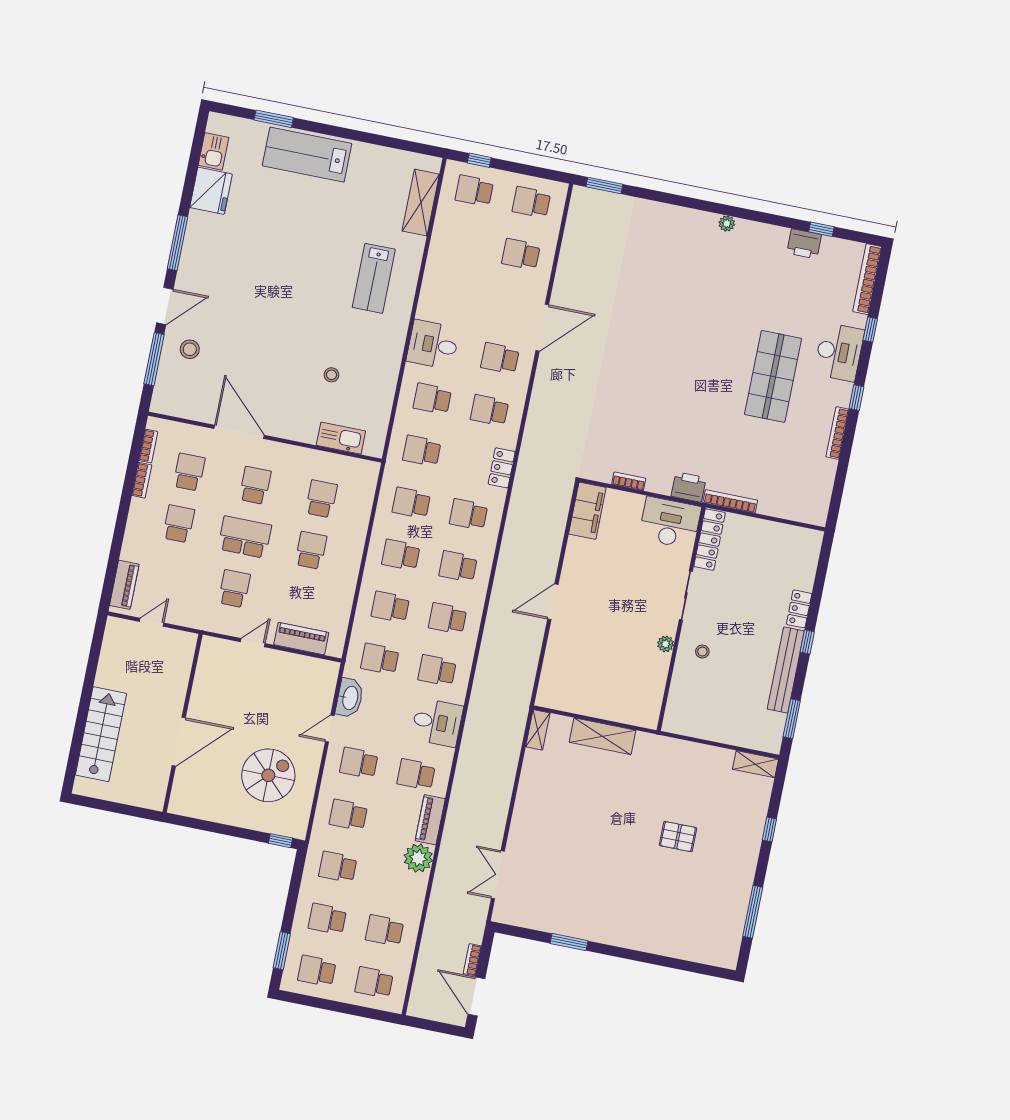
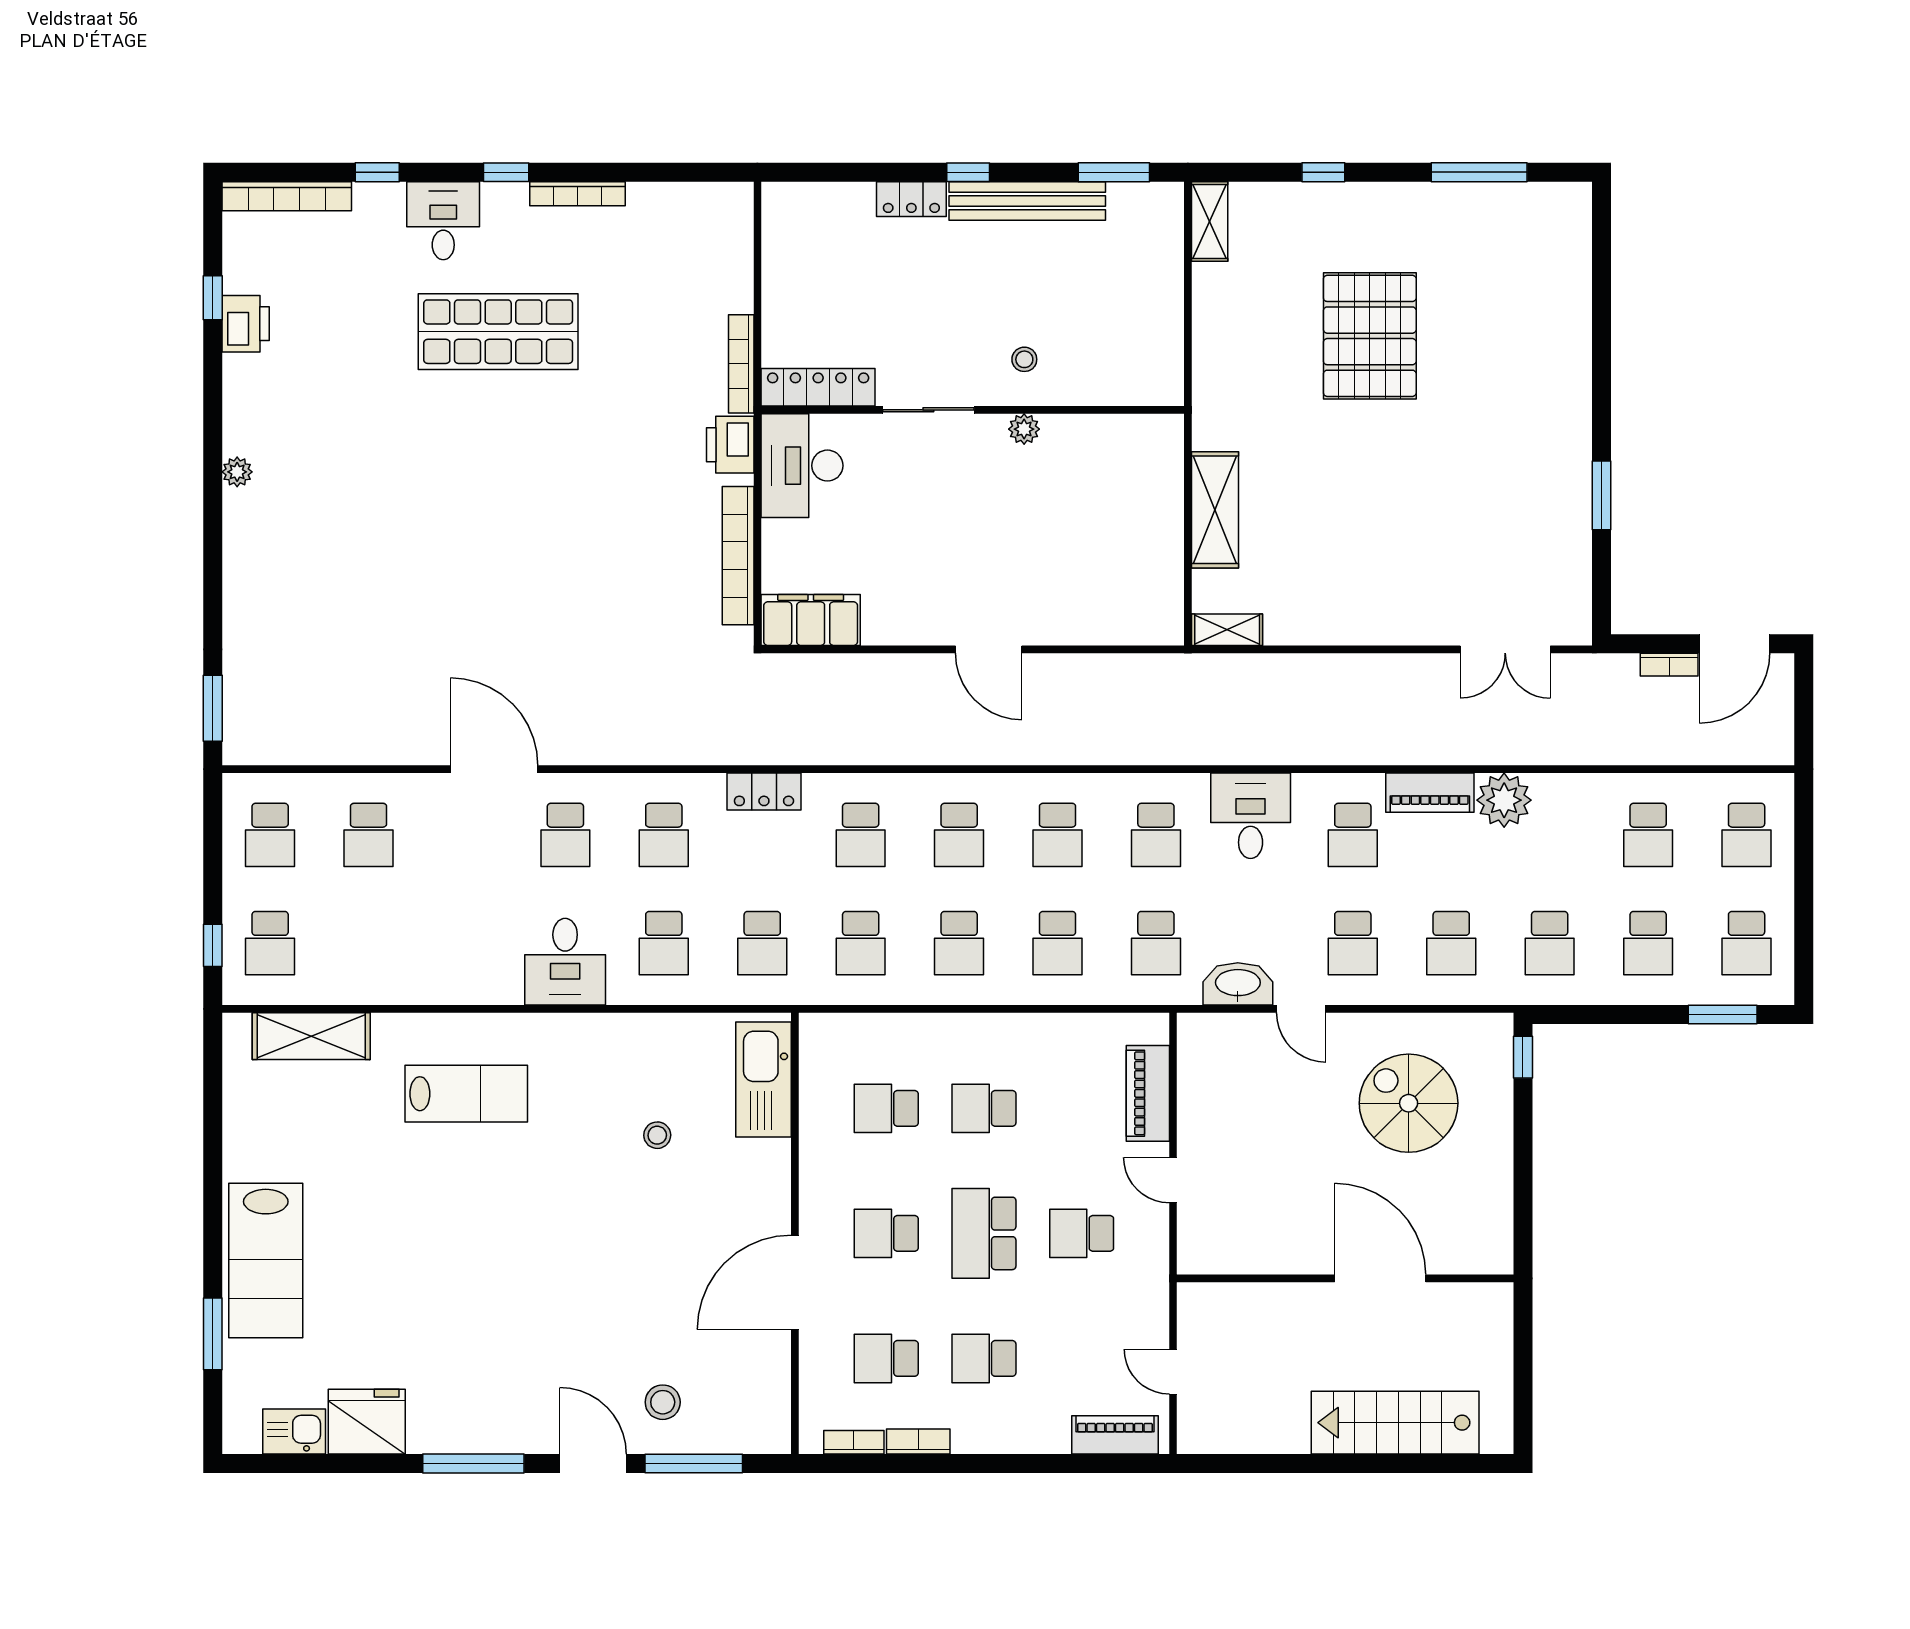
desk: (839, 352) -> (443, 221), width x0.73
kitchen sink: (341, 438) -> (764, 1079), width x1.36, depth x1.24
bookcase: (629, 481) -> (738, 556), width x2.31, depth x1.31
pallet: (678, 837) -> (1370, 336), width x2.05, depth x2.00

